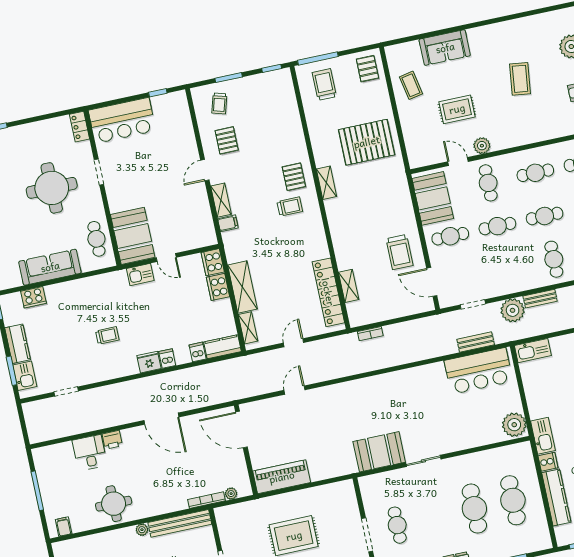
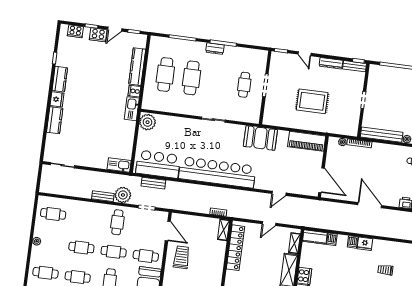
cafe table: (554, 259) -> (117, 222), moved
shelving: (349, 286) -> (224, 230), moved
bar counter: (391, 389) -> (217, 172), added
booth: (379, 452) -> (260, 138), moved

